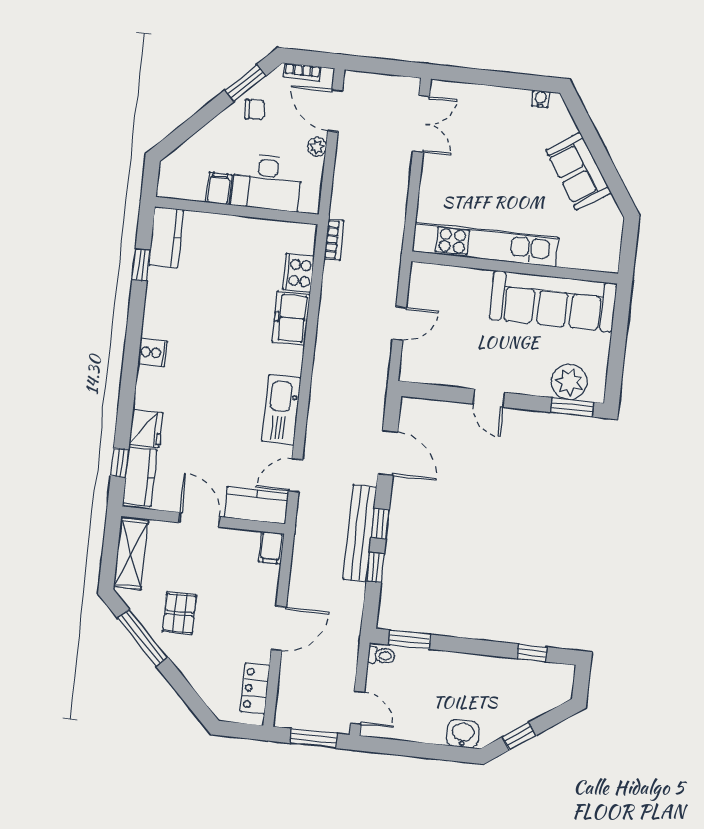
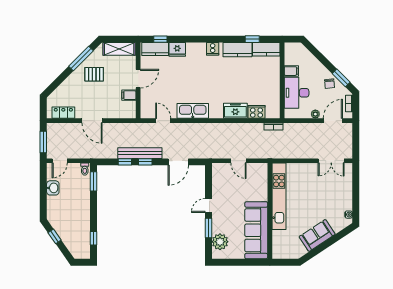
window: (572, 407) -> (208, 228), moved
kitchen counter: (256, 505) -> (238, 50), moved, turned 90
filing cabinet: (271, 548) -> (129, 95), moved
washbasin: (463, 734) -> (53, 188), moved

